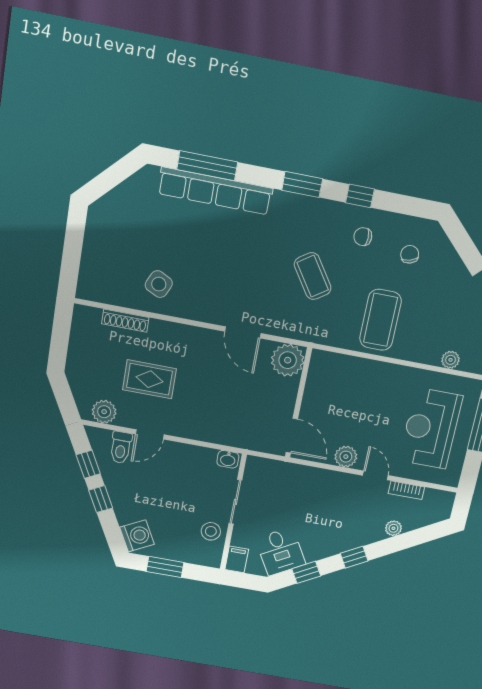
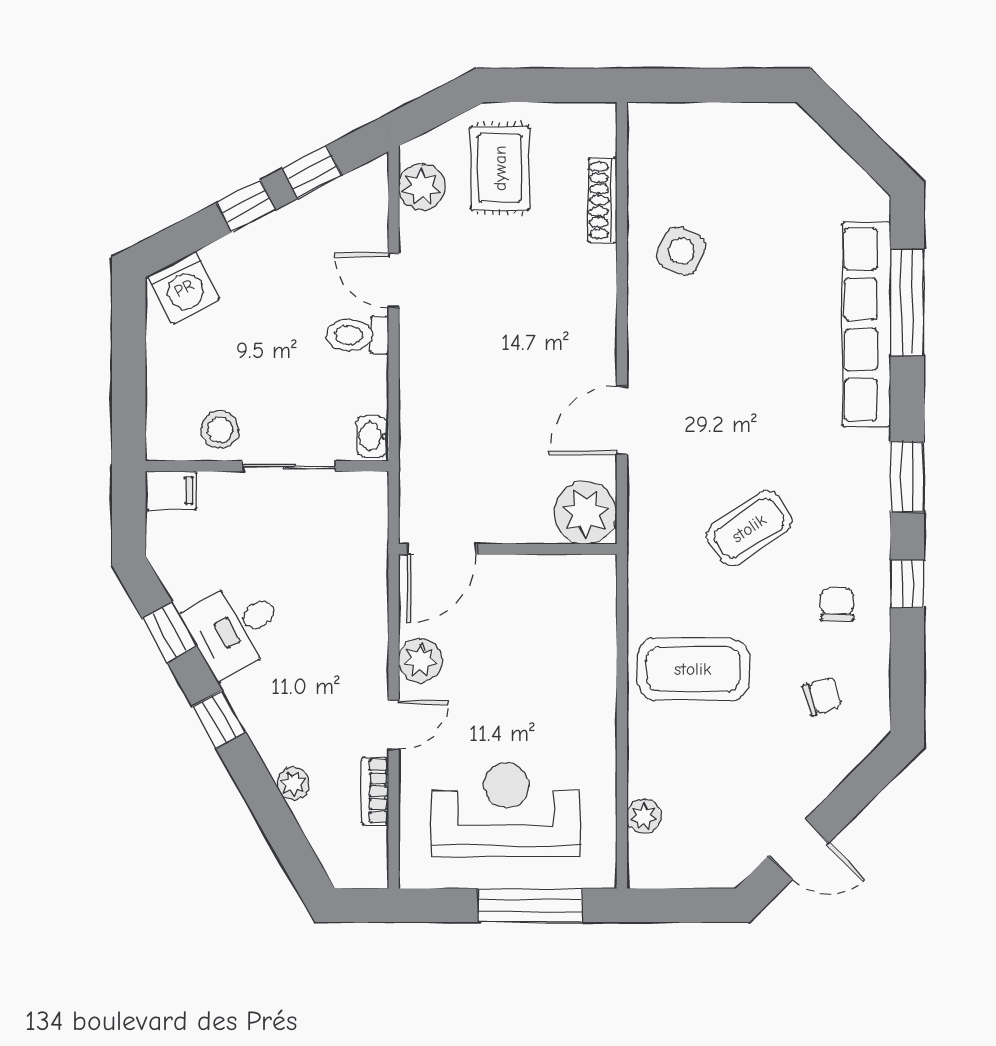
rug: (149, 379) -> (500, 168), moved
toilet: (121, 447) -> (357, 335), moved
desk: (280, 551) -> (235, 628), moved
window: (165, 567) -> (129, 353), removed

